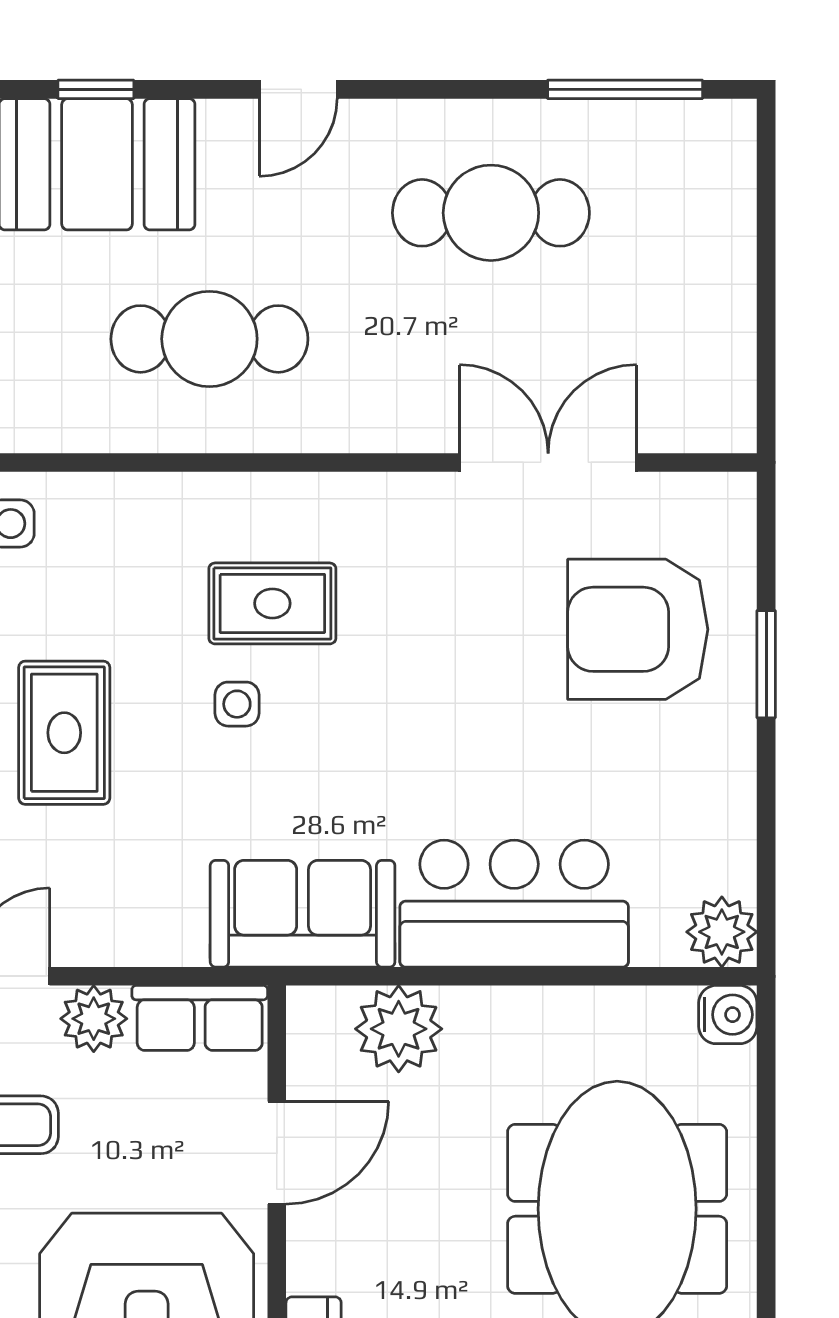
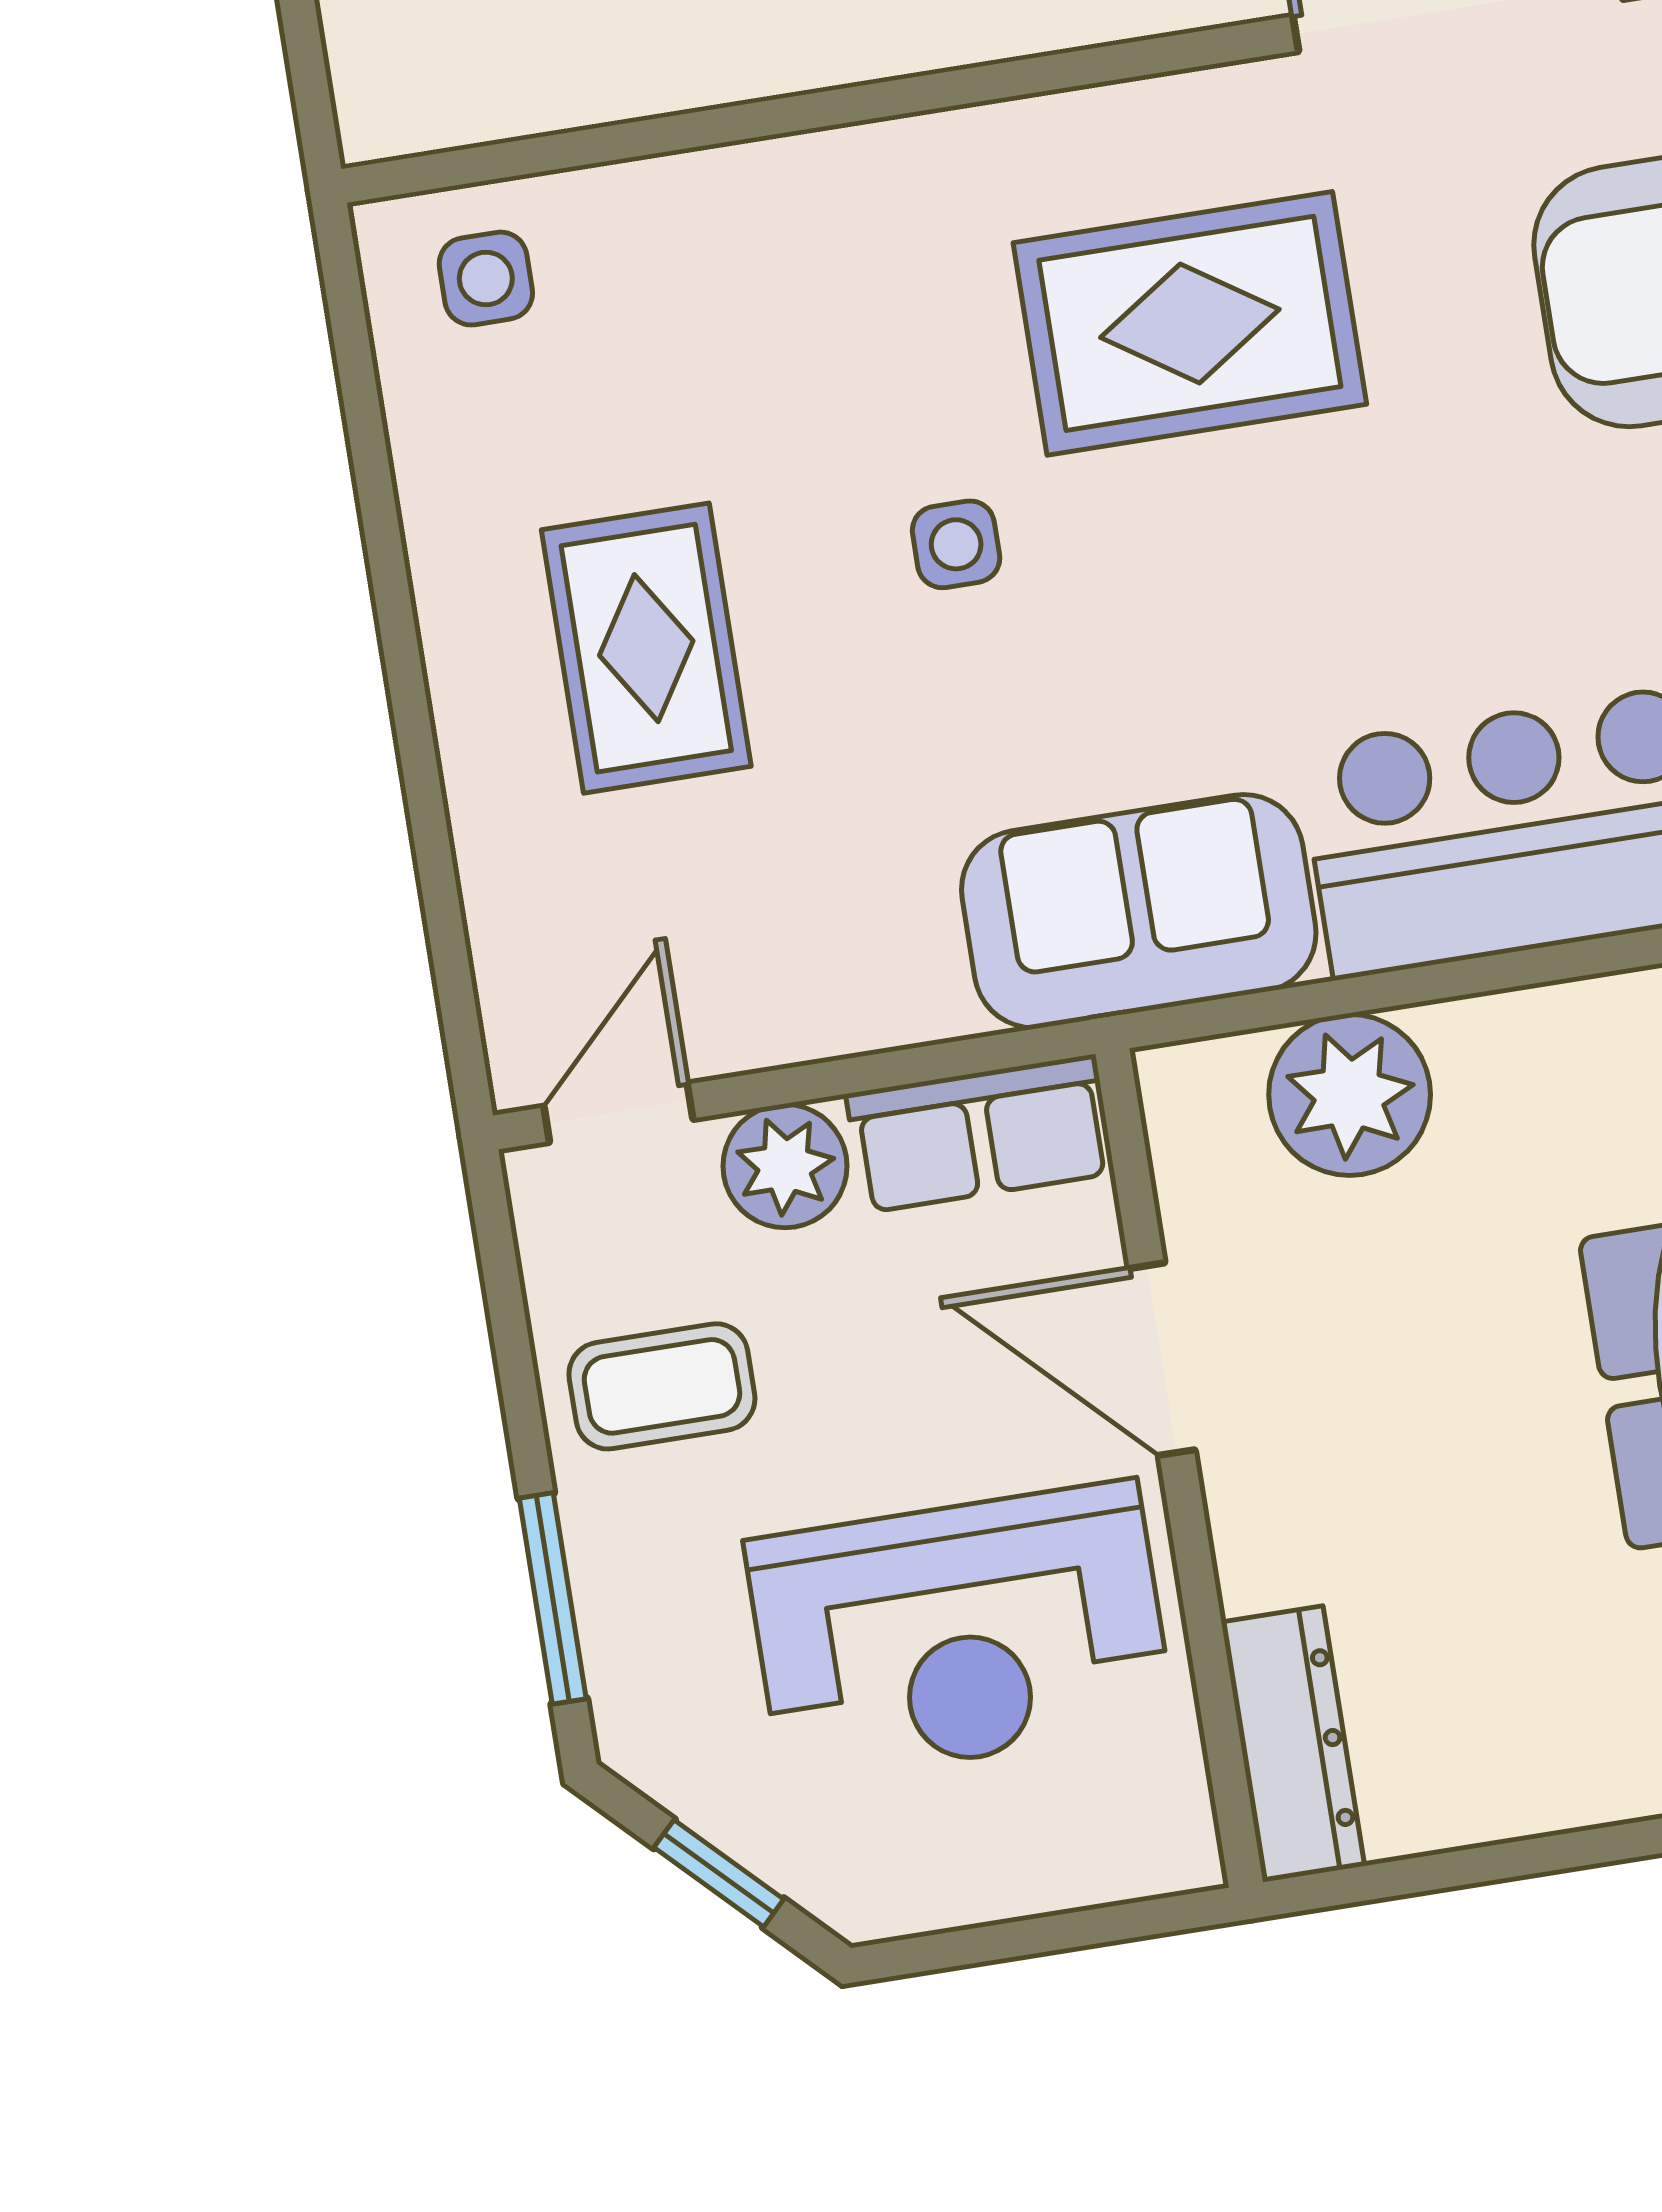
rug: (272, 603) -> (1190, 323), moved, width x1.36, depth x1.43
door: (277, 1153) -> (1162, 1359), swing flipped

